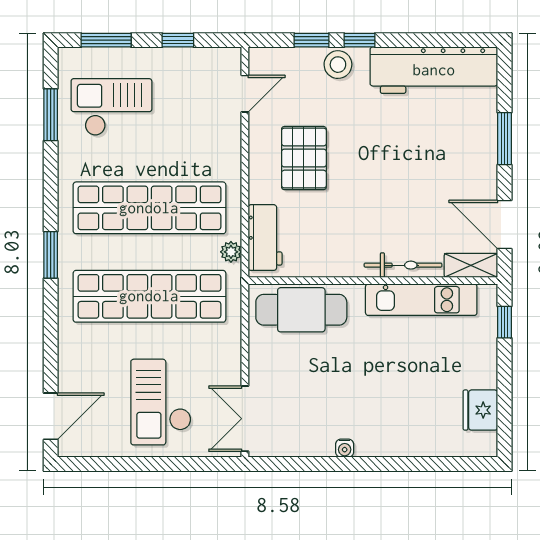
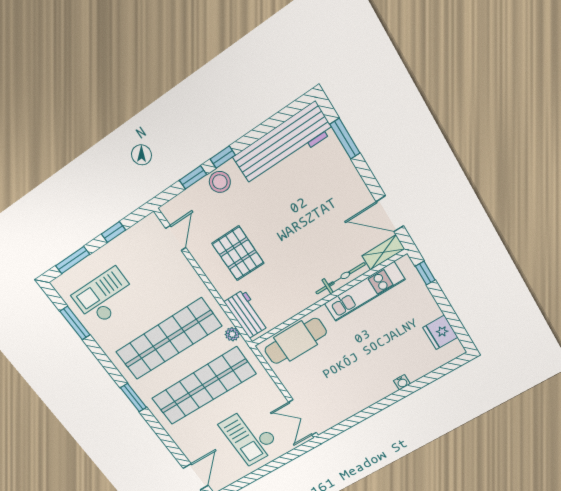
window: (504, 139) -> (345, 139), moved
water cooler: (345, 448) -> (402, 382), moved

